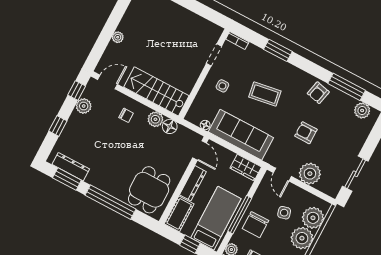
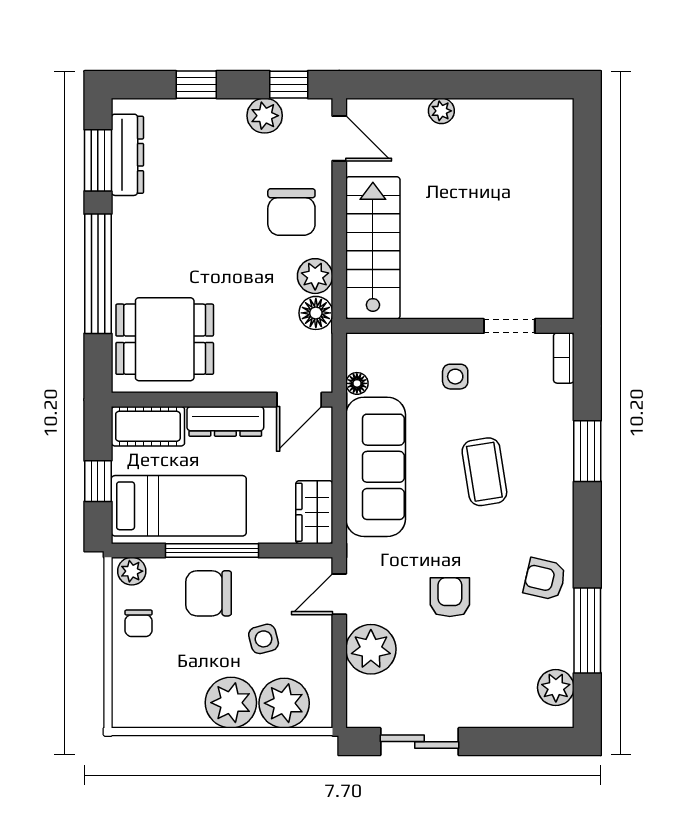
chair: (126, 115) -> (291, 212), width x1.87, depth x1.87

